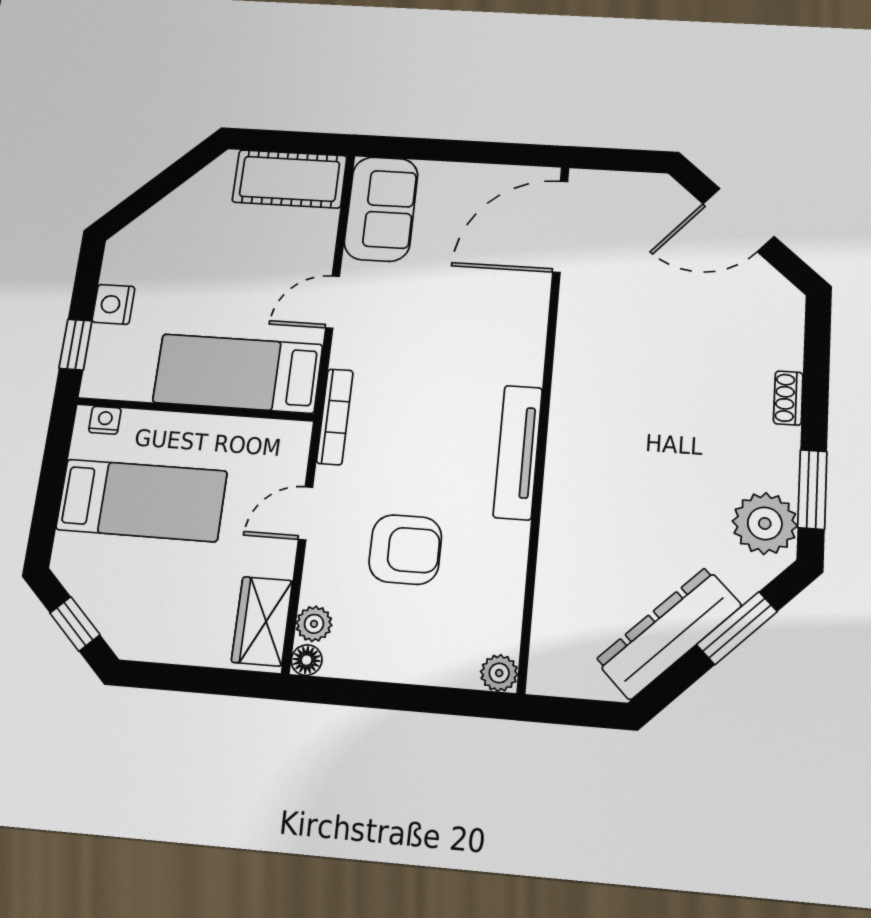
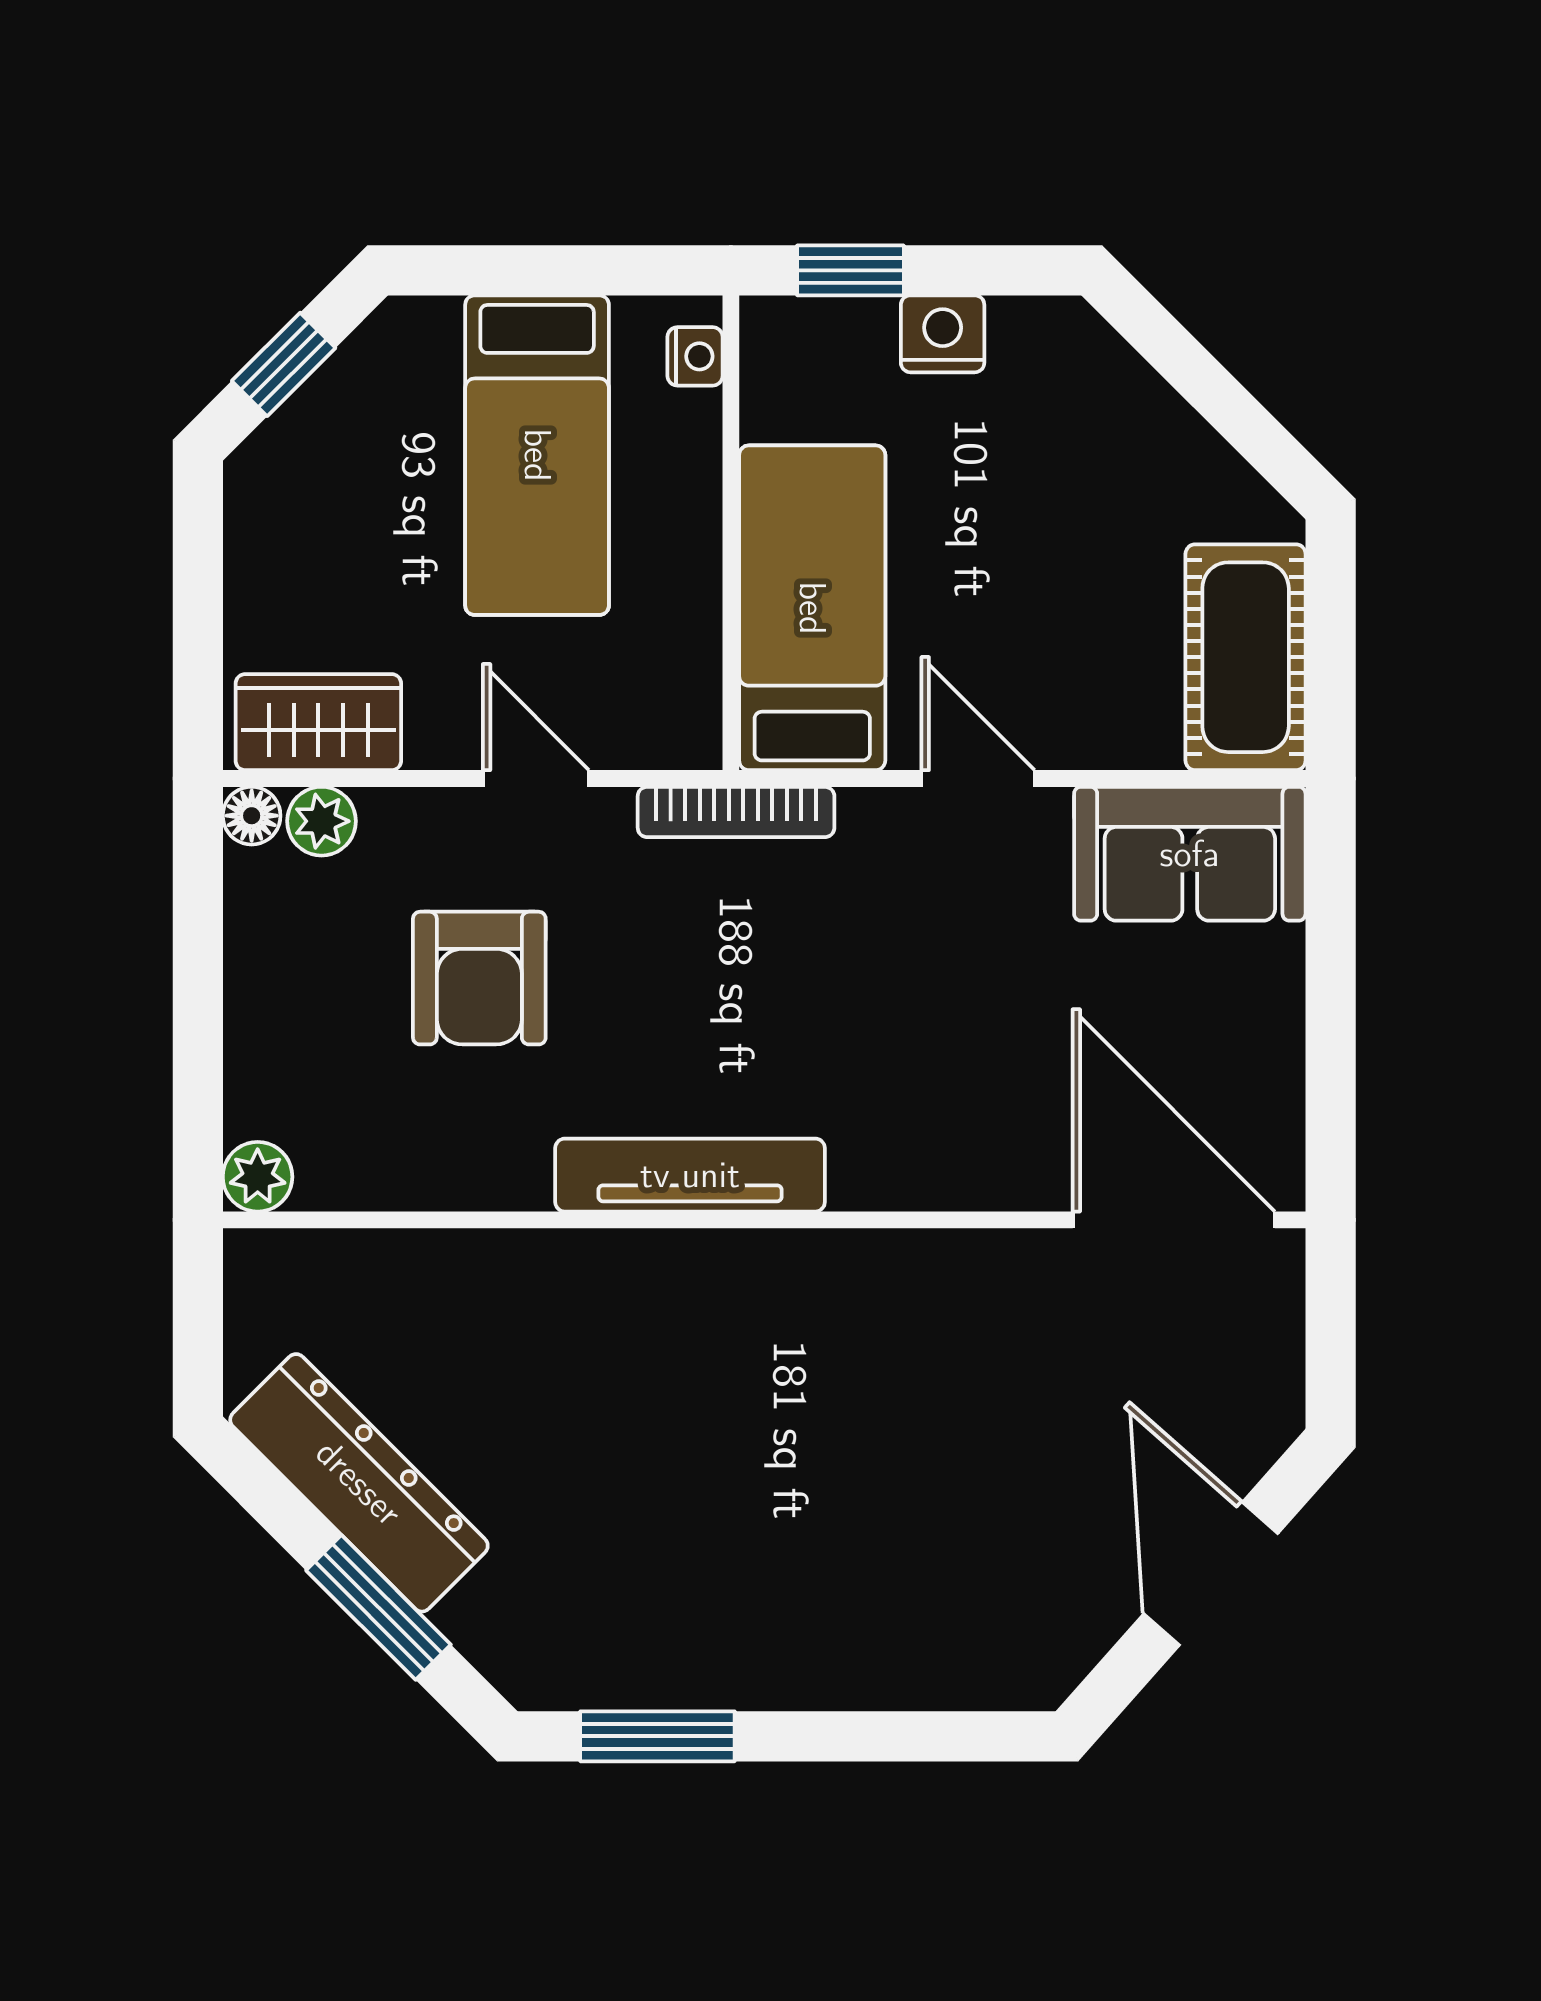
shoe rack: (788, 398) -> (838, 1685), removed
plant: (765, 523) -> (584, 1650), removed

